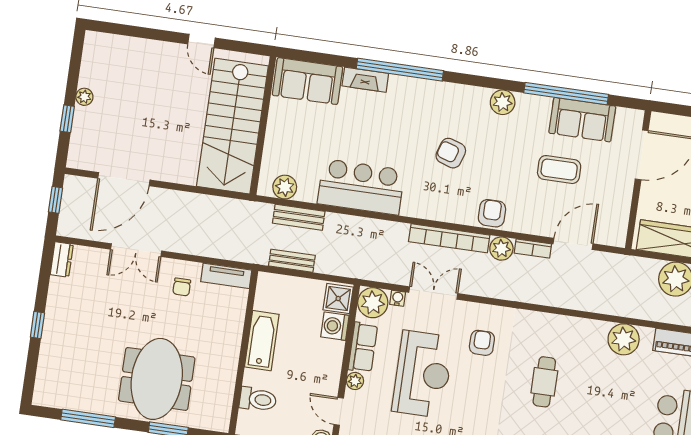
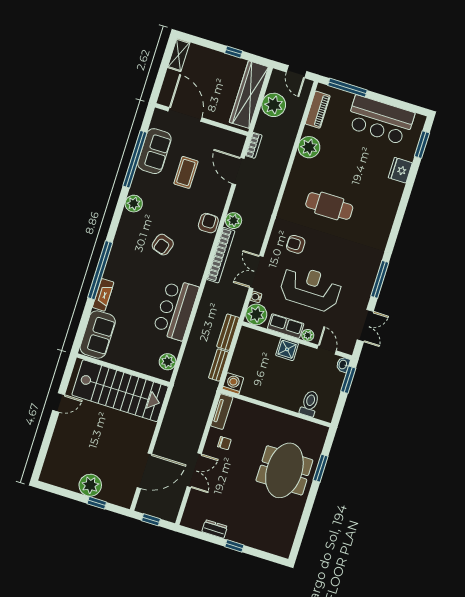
plant: (84, 97) -> (90, 485), width x1.87, depth x1.87
door: (124, 179) -> (144, 471), hinge flipped
armchair: (492, 213) -> (208, 223), turned 90
bench: (299, 217) -> (228, 332), moved
bookcase: (533, 249) -> (254, 145), moved
dresser: (62, 259) -> (215, 529), moved
shower: (338, 299) -> (287, 349), moved
washing machine: (335, 326) -> (233, 383), moved, turned 180
bathtub: (262, 341) -> (270, 394), removed
meeting table: (157, 379) -> (284, 470), turned 90
cafe table: (544, 382) -> (329, 206), width x1.37, depth x1.35
door: (339, 411) -> (327, 350), swing flipped
window: (88, 418) -> (304, 522), removed

